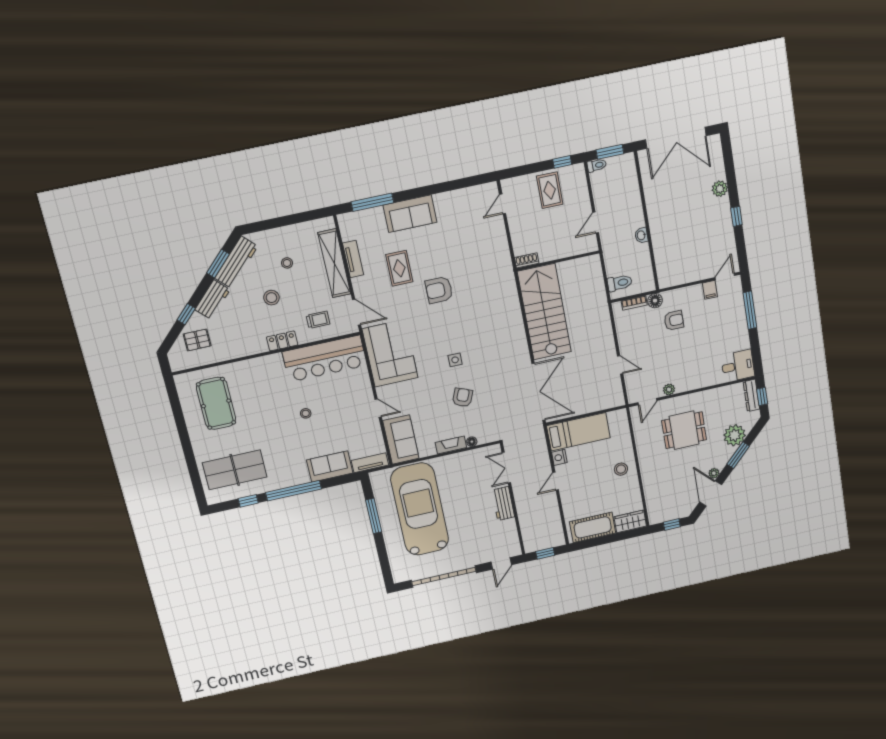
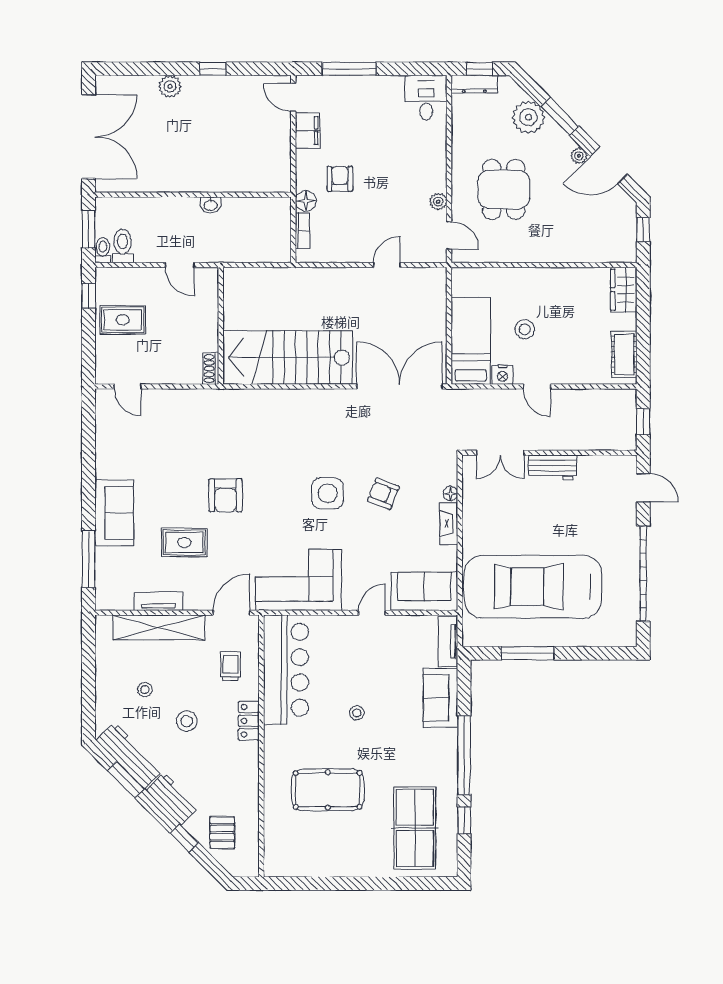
toilet: (620, 283) -> (123, 246), moved
filing cabinet: (710, 290) -> (308, 130), width x2.00
side table: (455, 360) -> (328, 493), width x1.87, depth x1.87
pool table: (216, 403) -> (328, 790), moved
stool: (621, 469) -> (525, 329), moved
cot: (593, 527) -> (624, 354), width x0.73, depth x0.75

